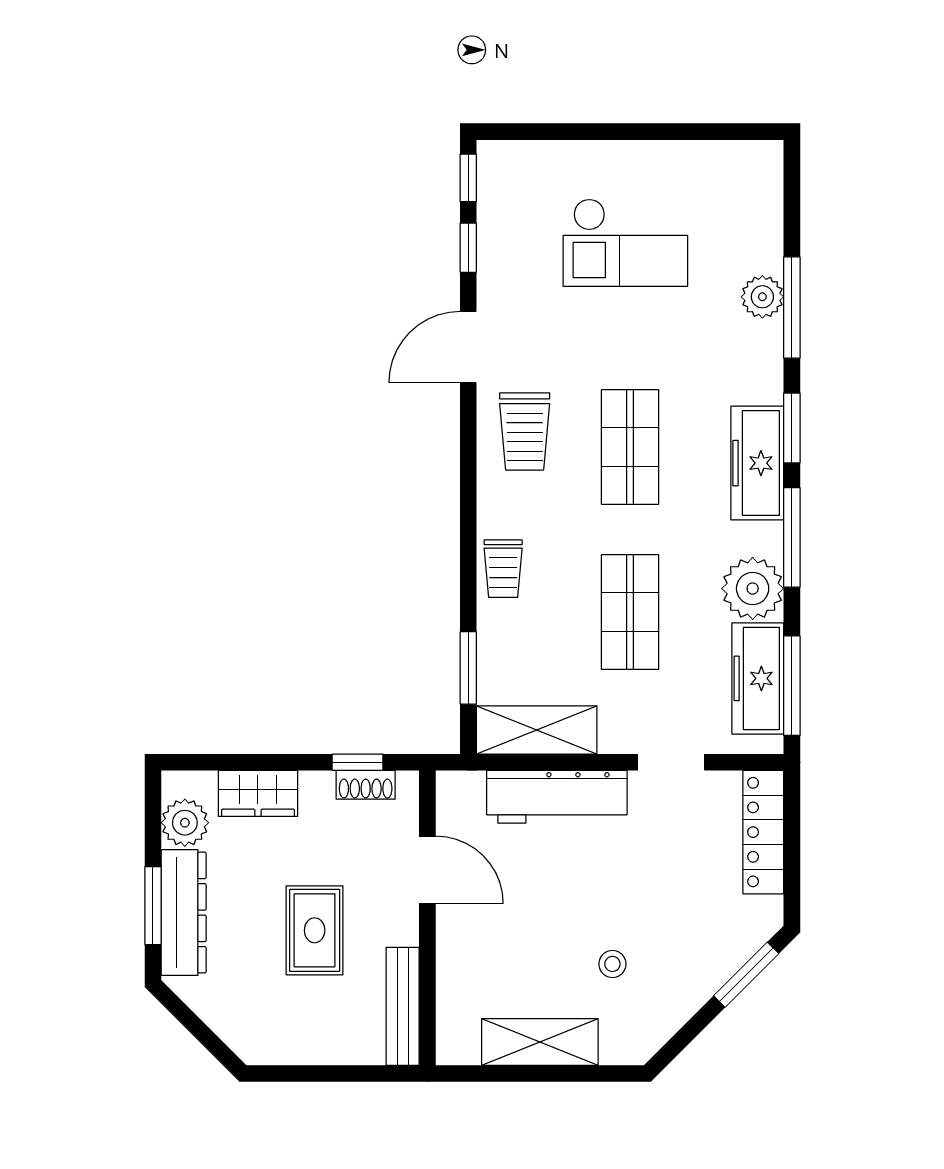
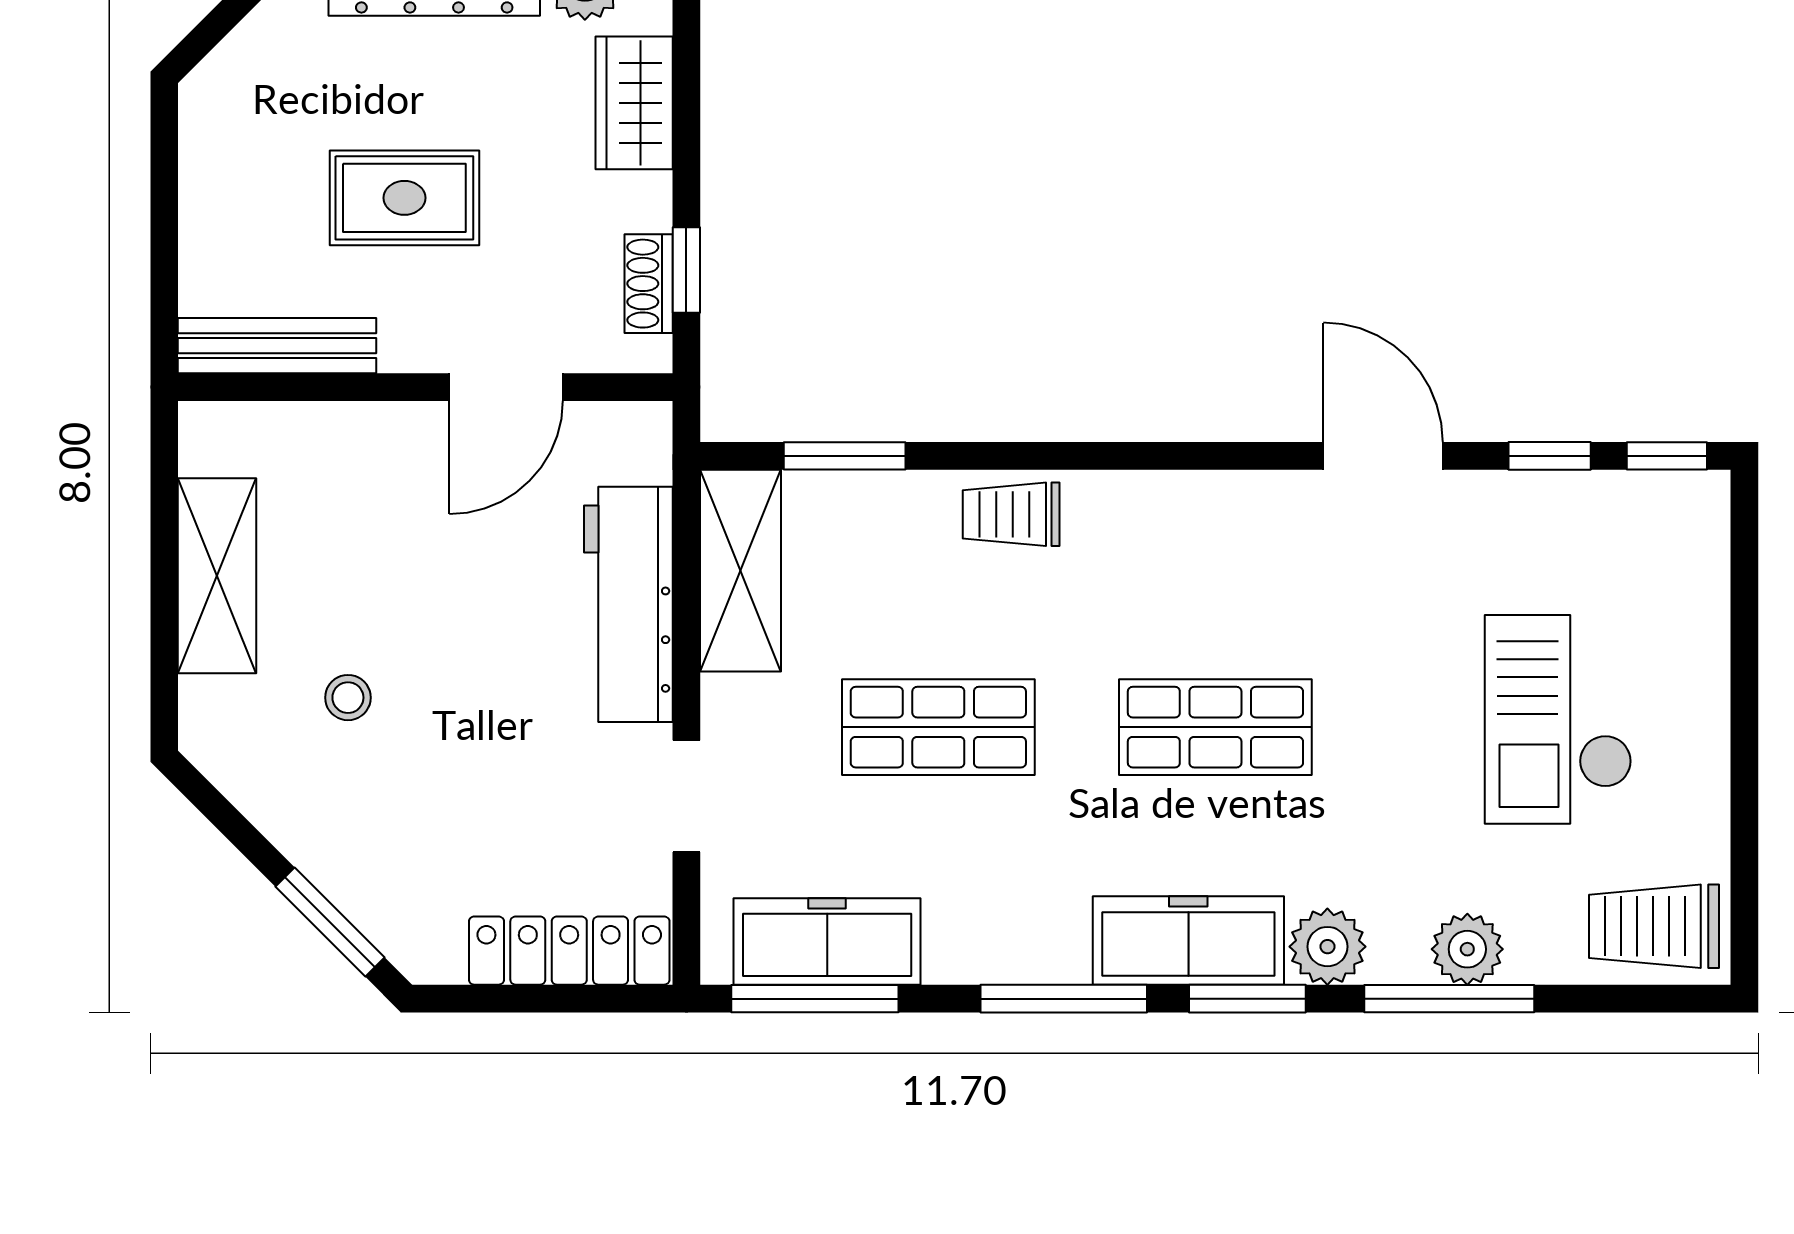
trolley: (525, 431) -> (1654, 926), moved
plant: (753, 589) -> (1327, 947), moved, width x0.73, depth x0.73

